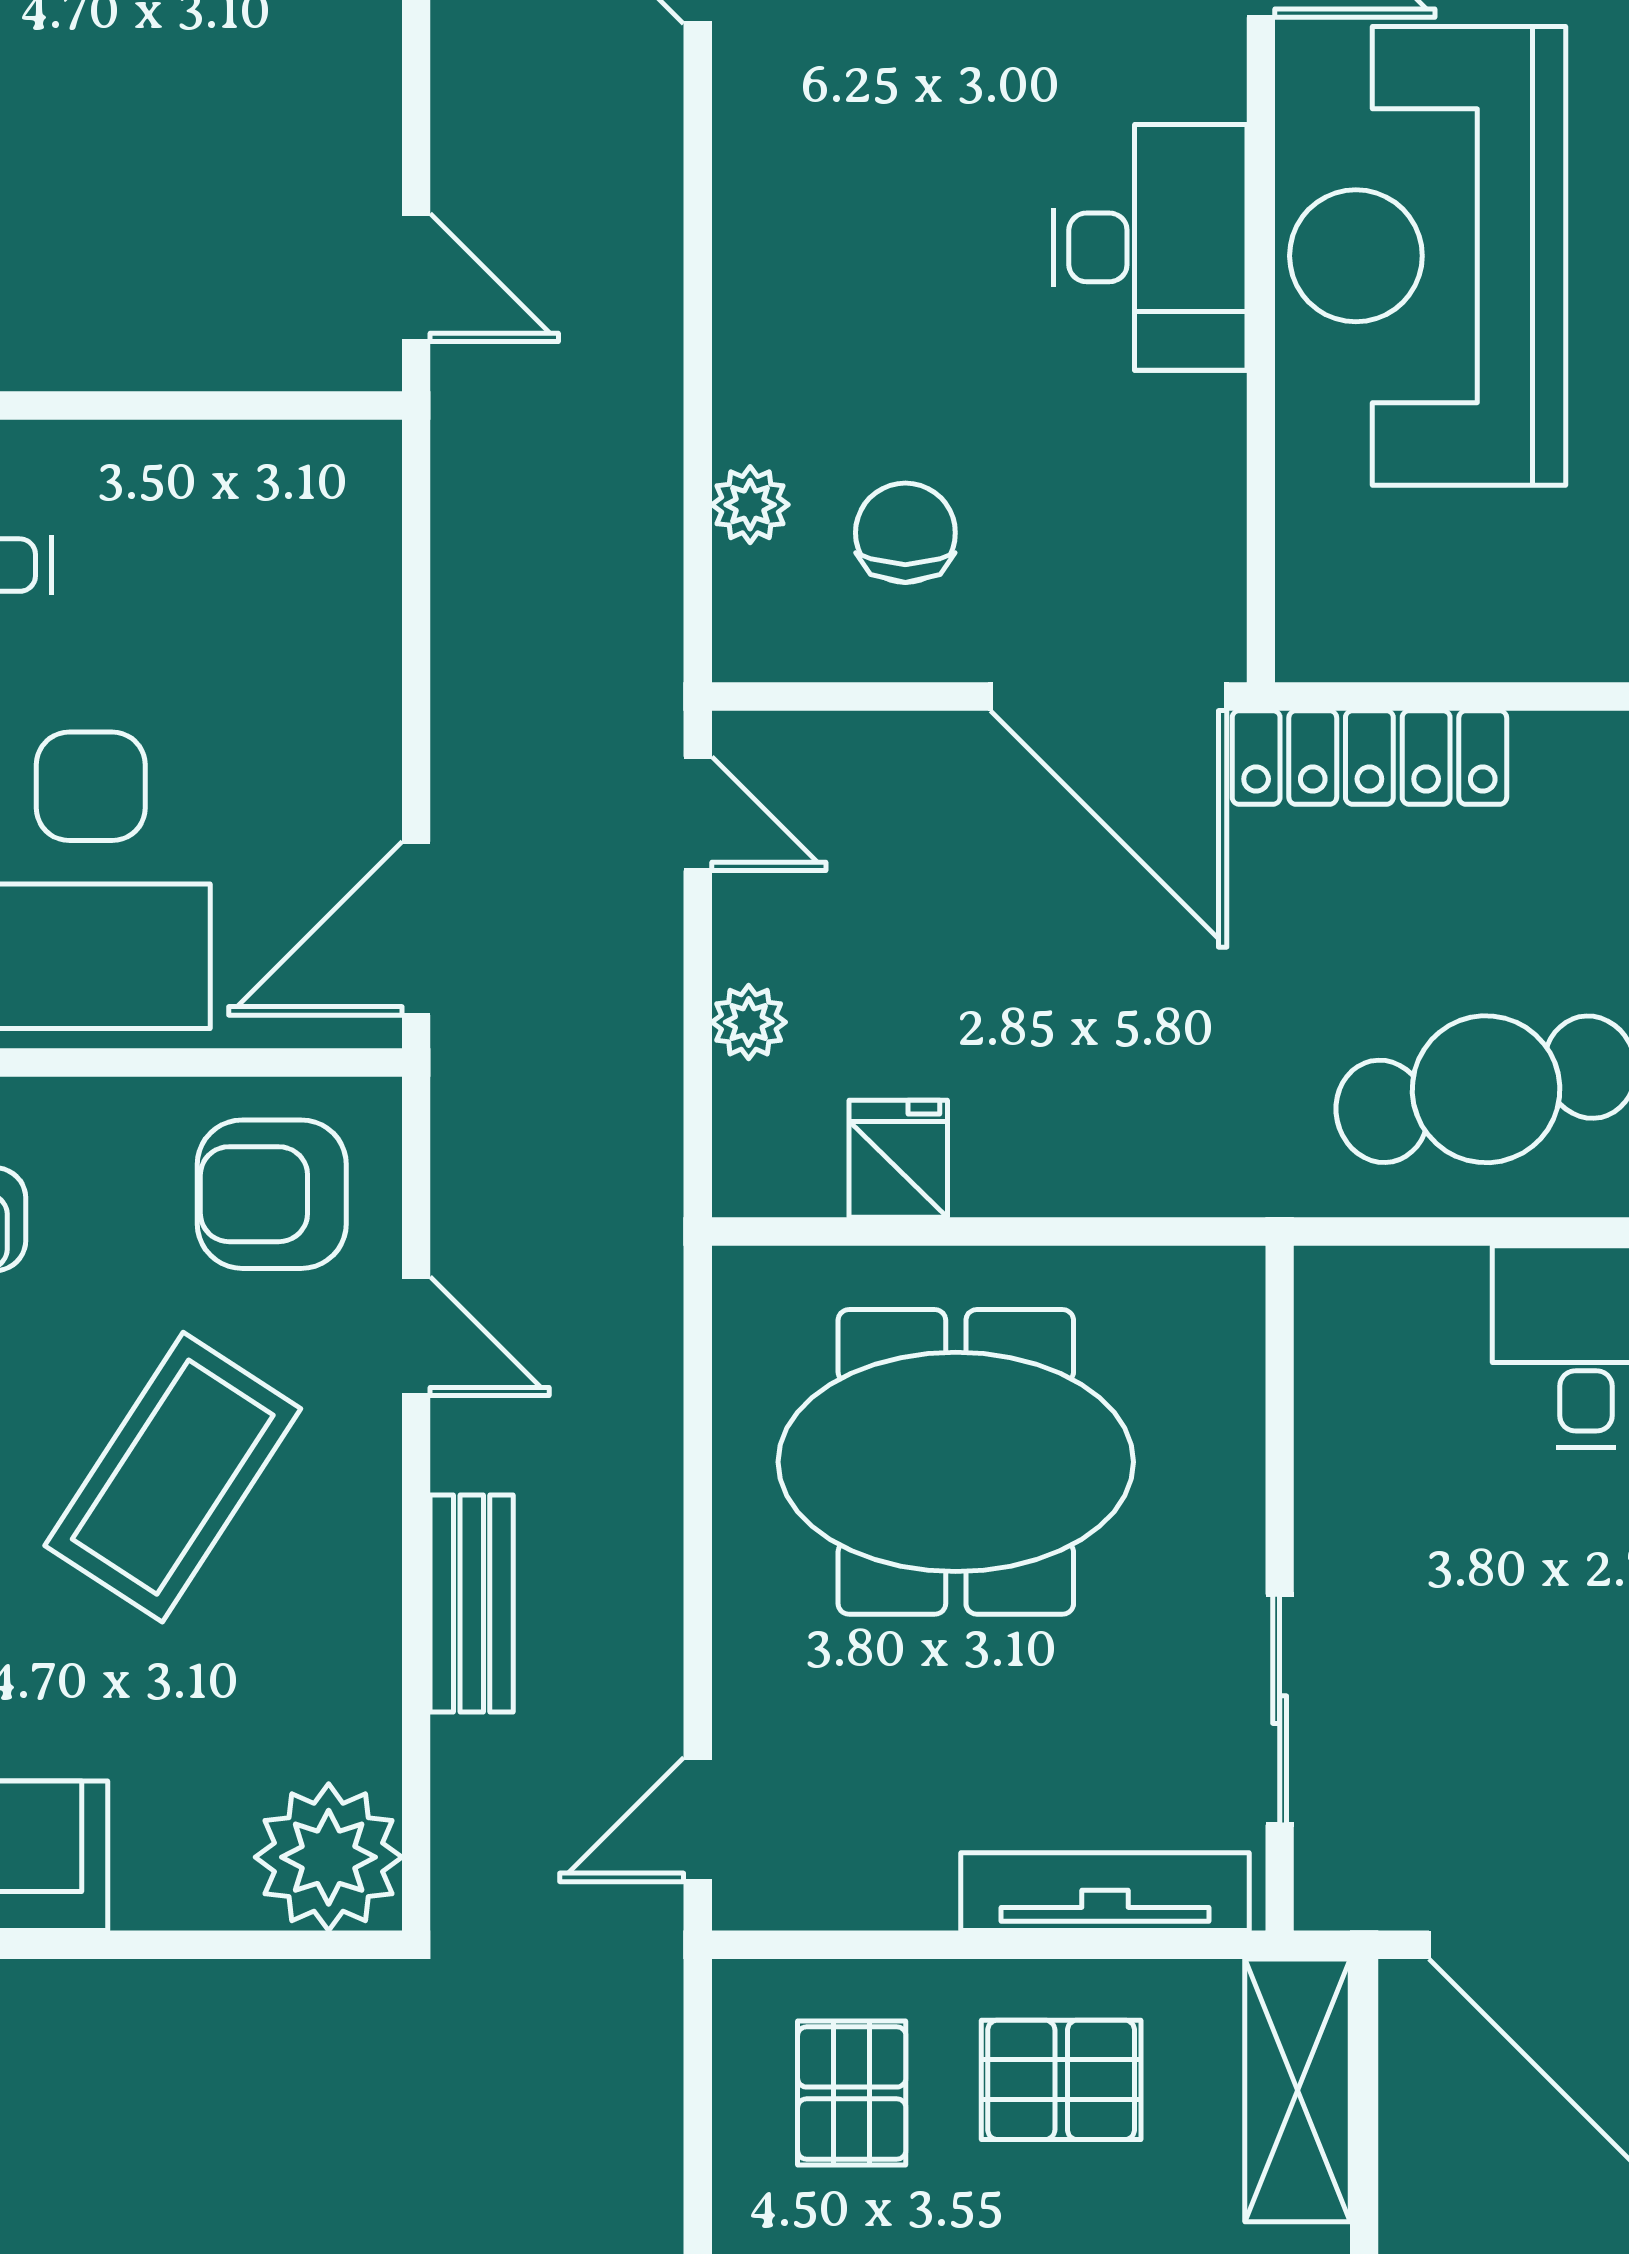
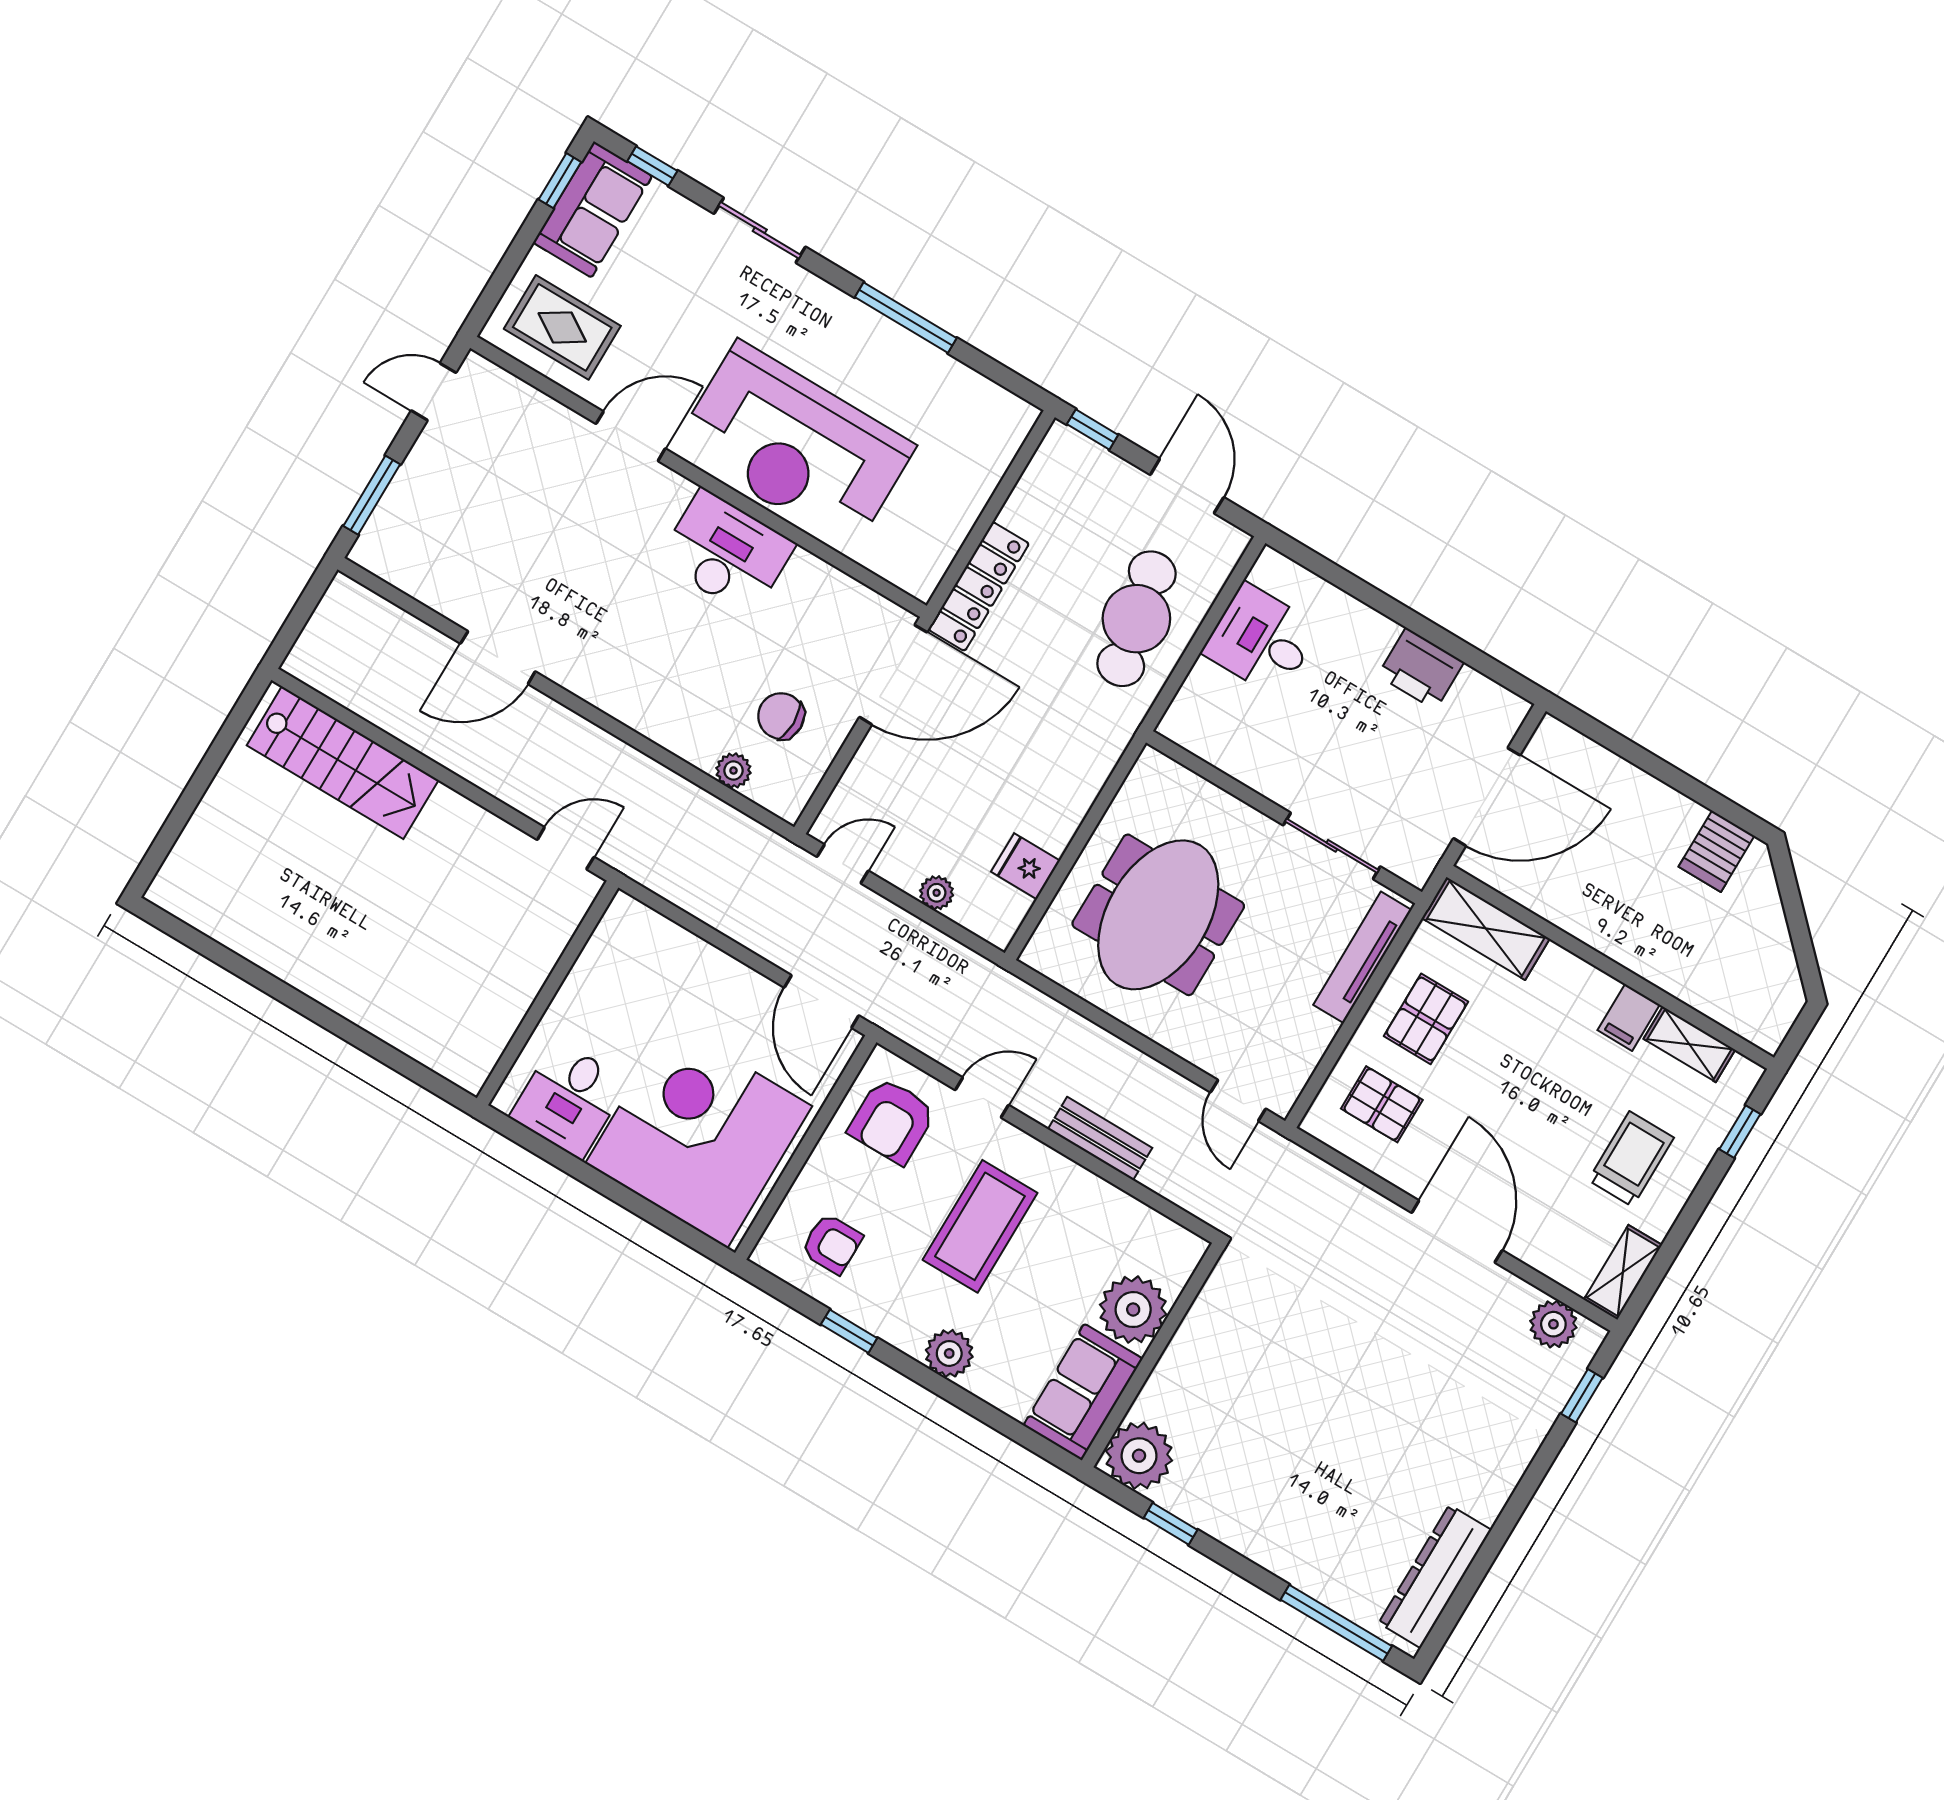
coffee table: (173, 1477) -> (980, 1226), turned 57
plant: (329, 1857) -> (1133, 1310), moved

